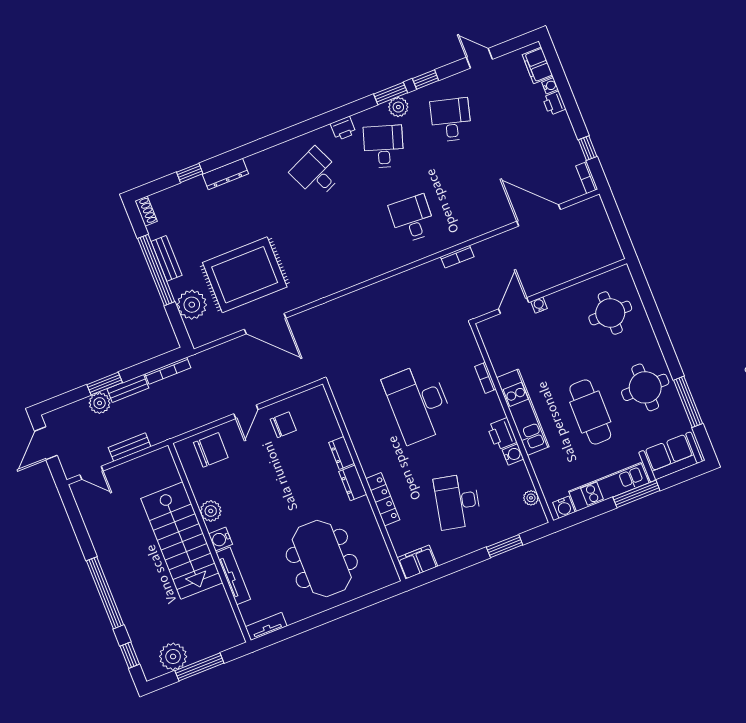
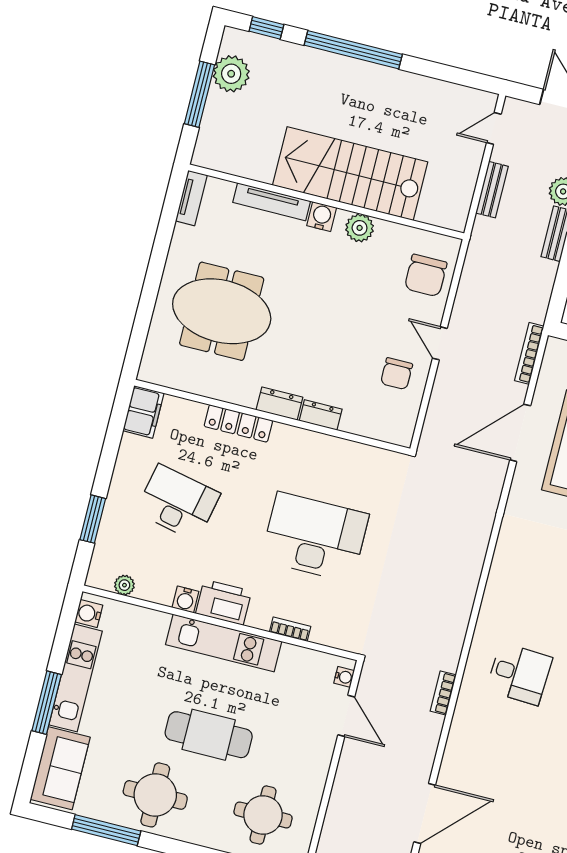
water cooler: (539, 305) -> (344, 677), moved
bookcase: (168, 371) -> (529, 353), moved
cafe table: (590, 412) -> (209, 735), moved
printer: (502, 434) -> (224, 602), width x1.37, depth x1.19

